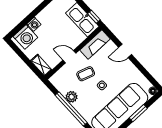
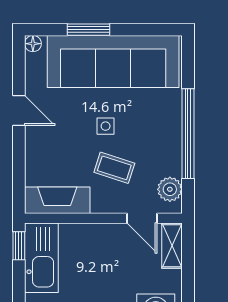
door: (125, 51) -> (19, 110), moved
door: (69, 57) -> (142, 218), moved
plant: (72, 97) -> (170, 189), moved

